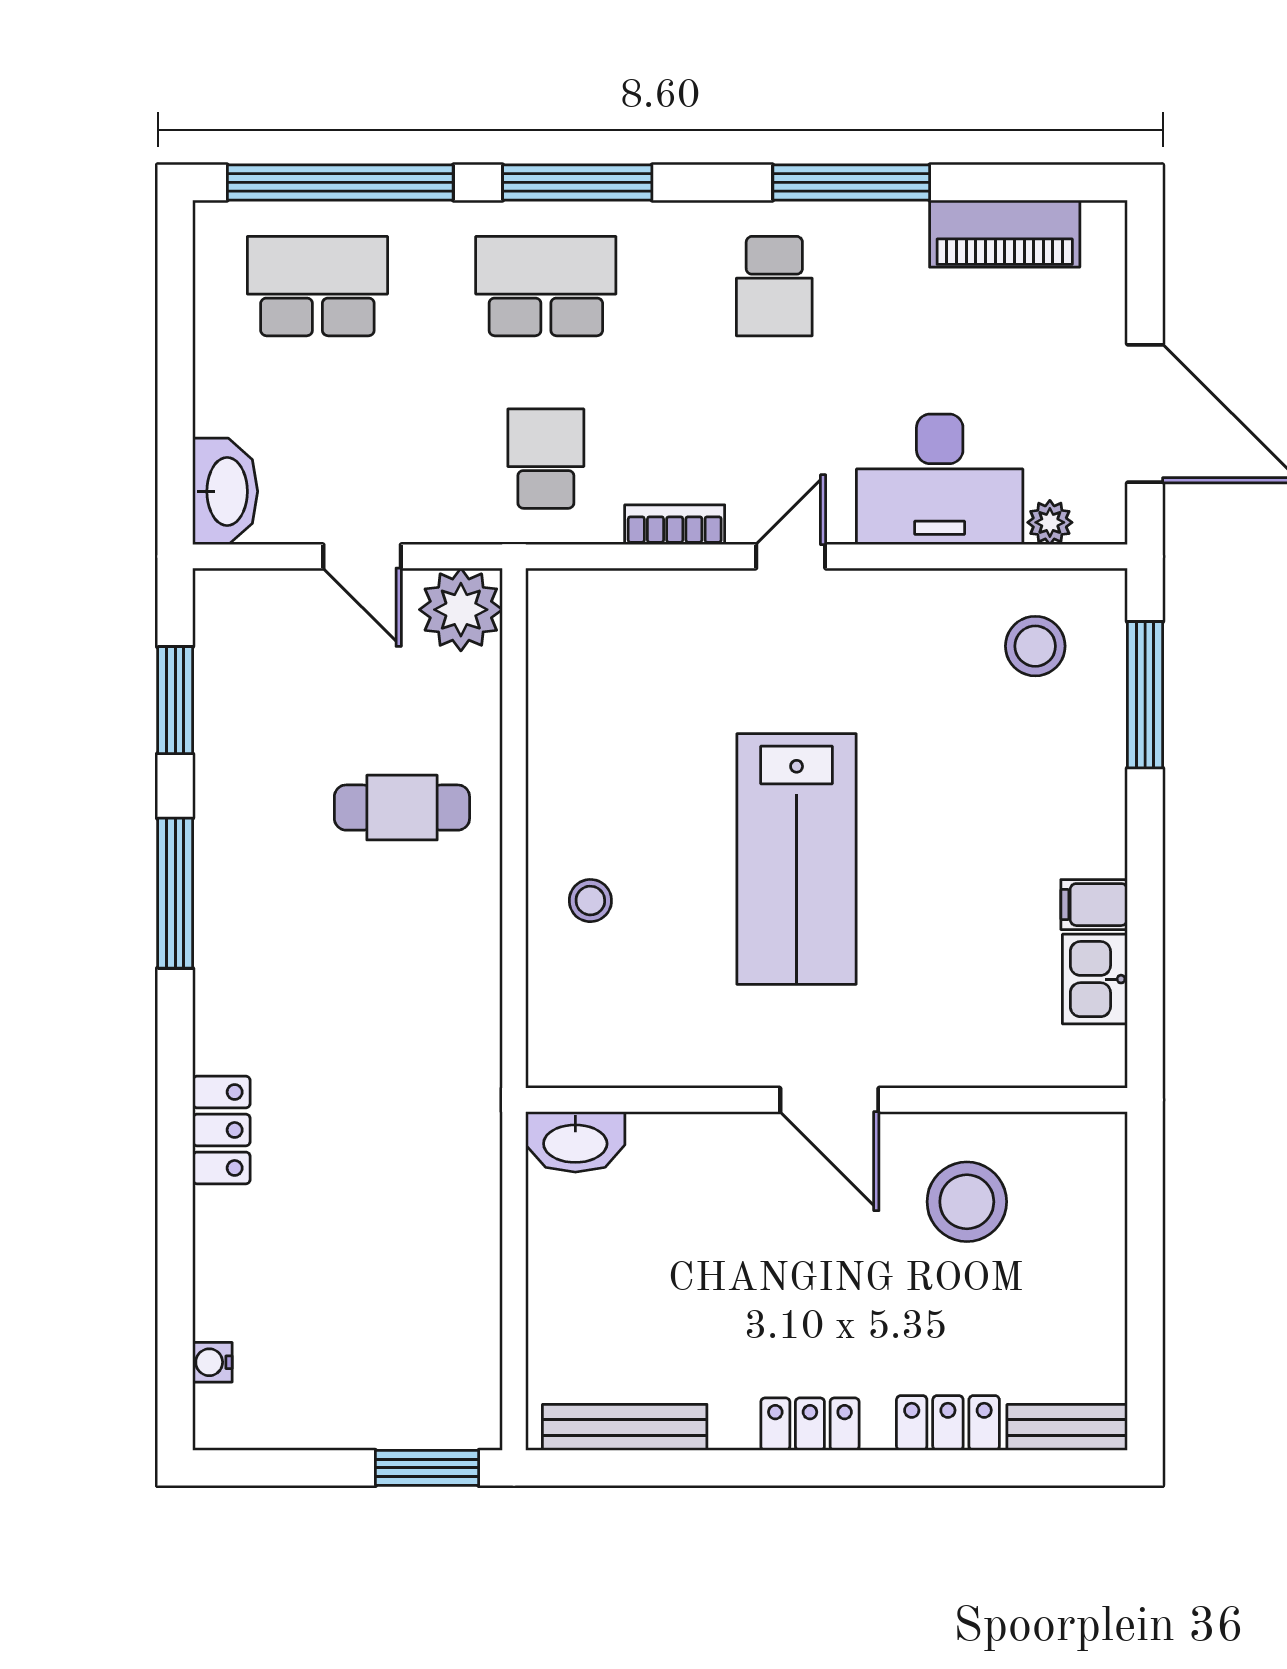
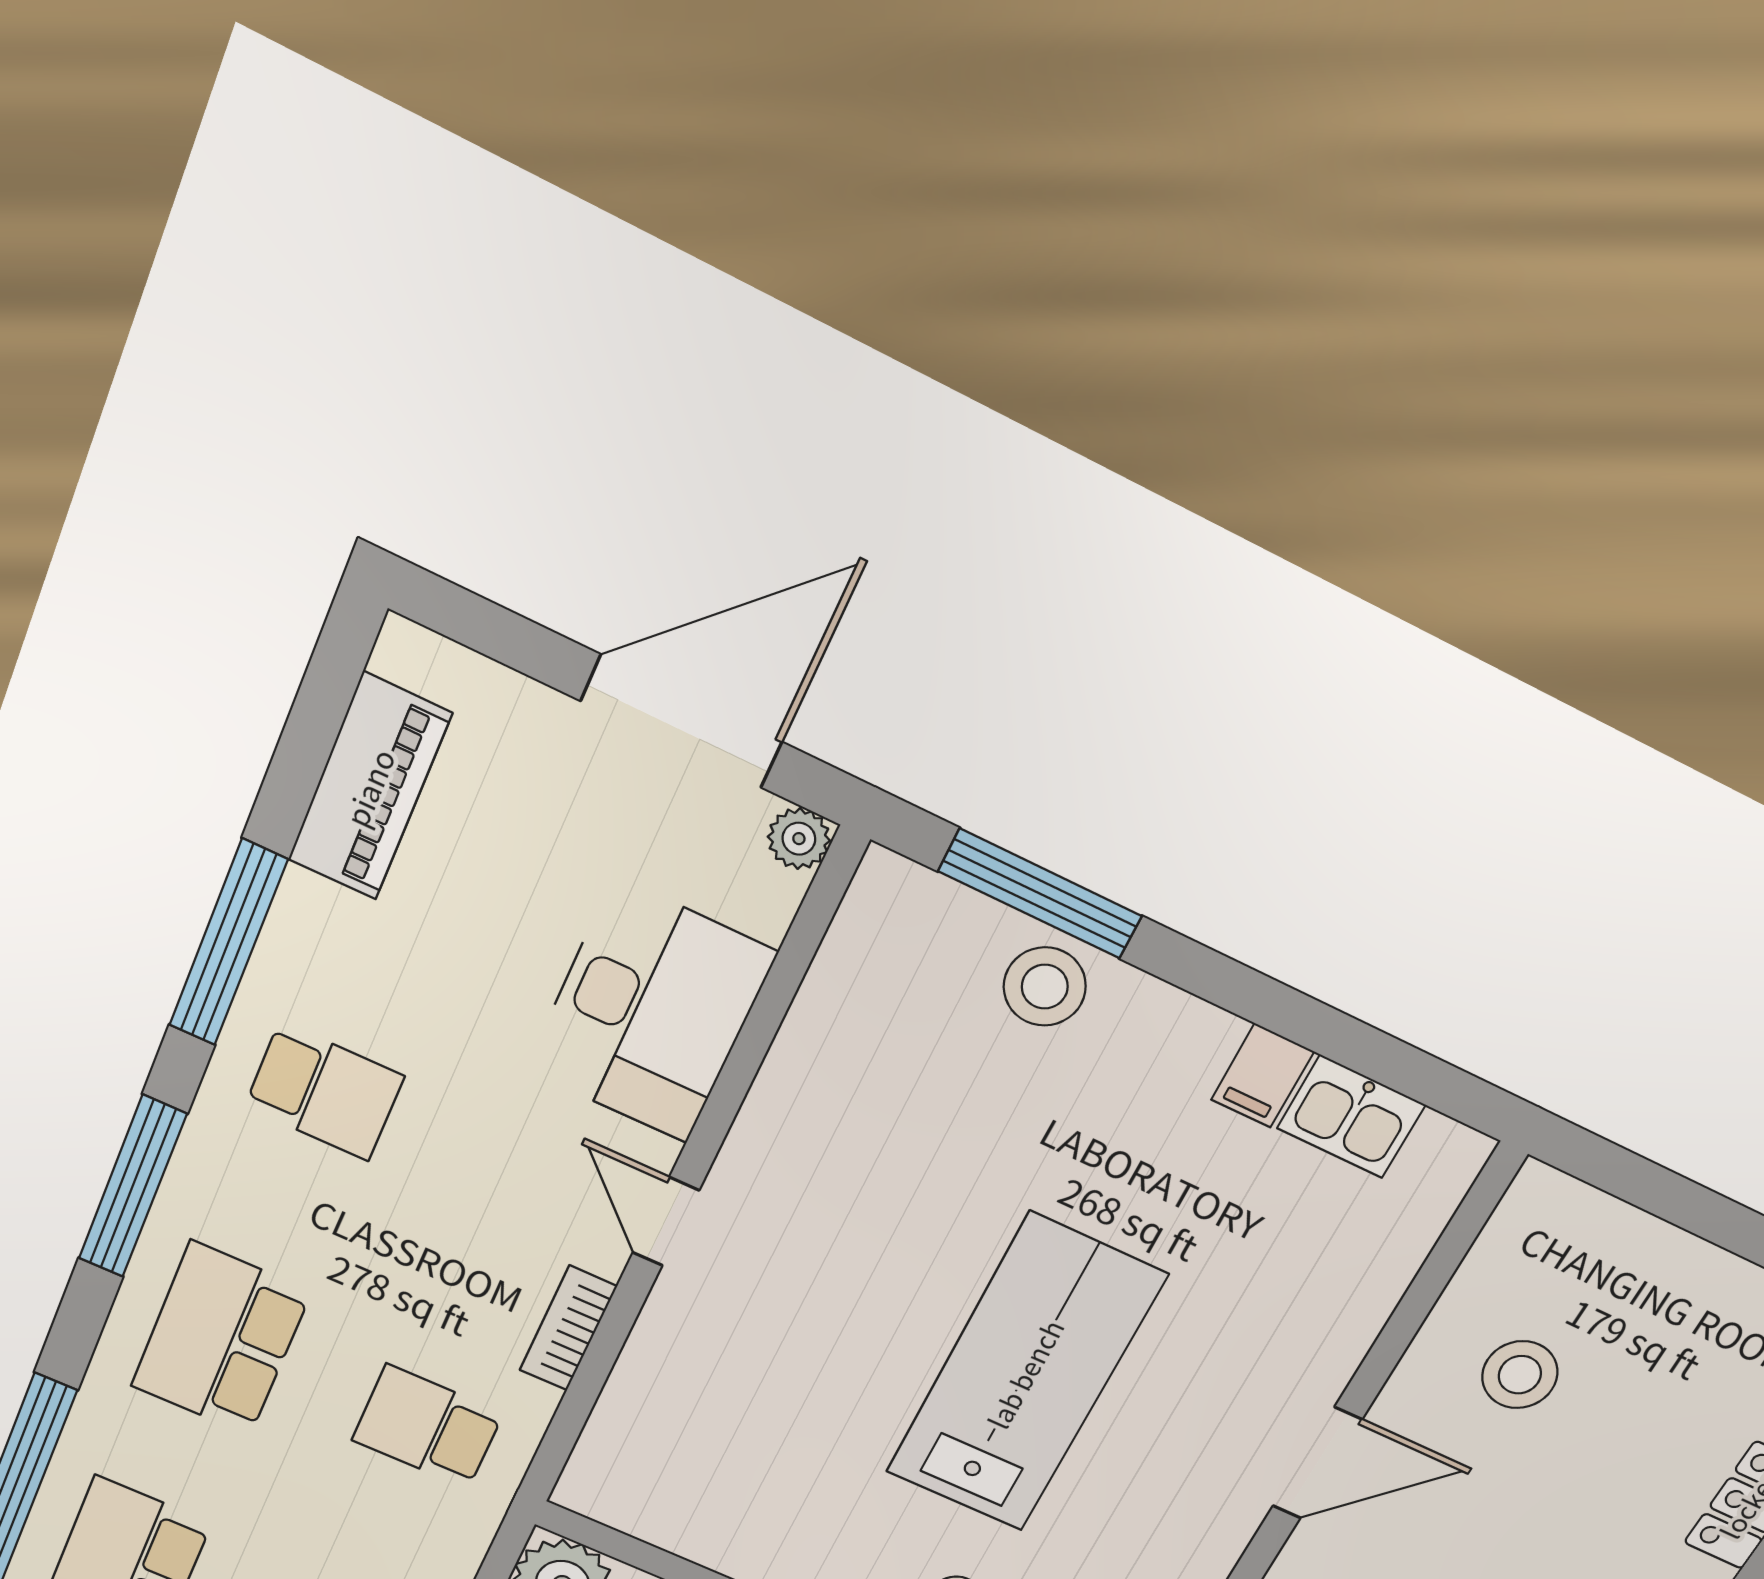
window: (577, 182) -> (132, 1187), moved
plant: (1050, 522) -> (799, 839), moved
stool: (1035, 646) -> (1045, 987), moved
lab bench: (797, 859) -> (1025, 1374), turned -90
stool: (967, 1202) -> (1520, 1375), width x0.73, depth x0.73

